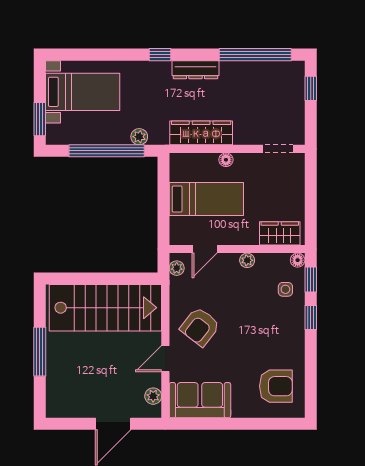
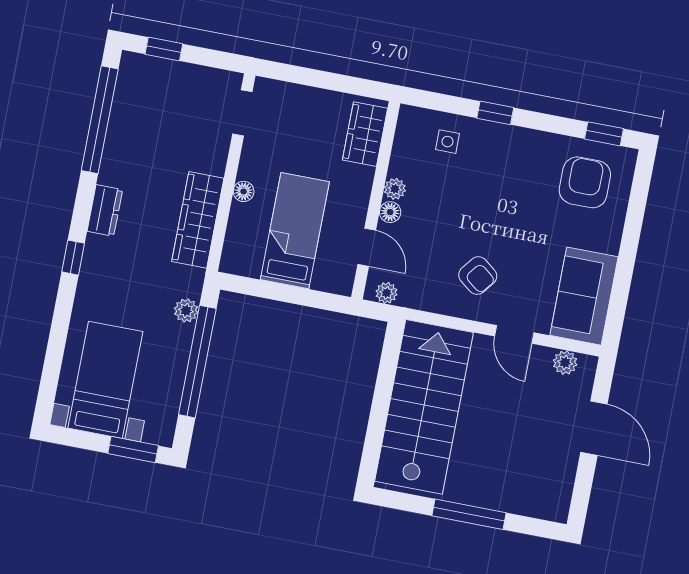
dresser: (195, 70) -> (105, 210), width x0.70
floor lamp: (298, 260) -> (390, 212), moved
window: (311, 279) -> (604, 134), moved
armchair: (200, 327) -> (478, 276), width x0.72, depth x0.72

